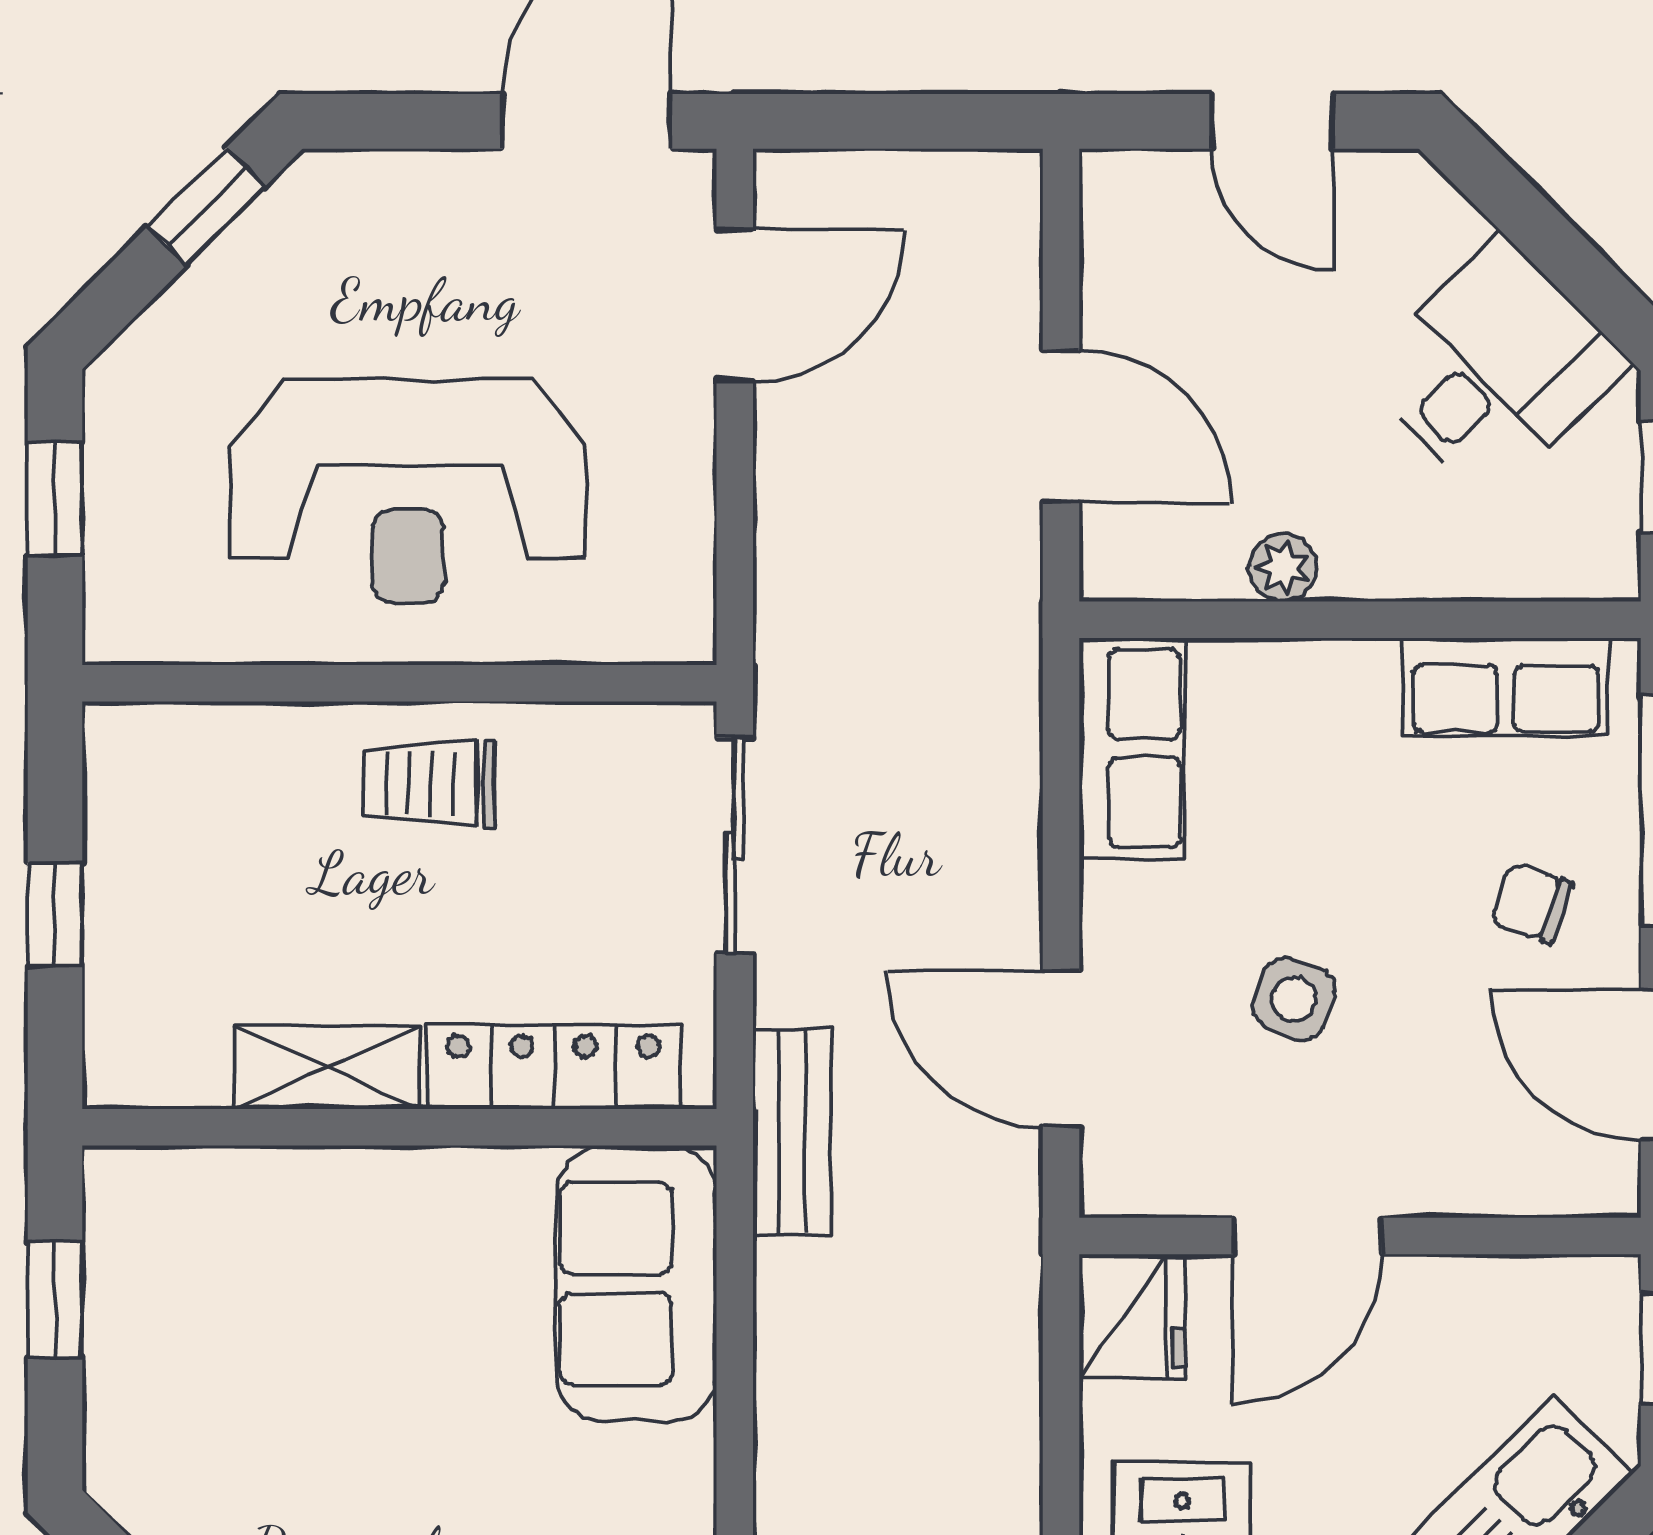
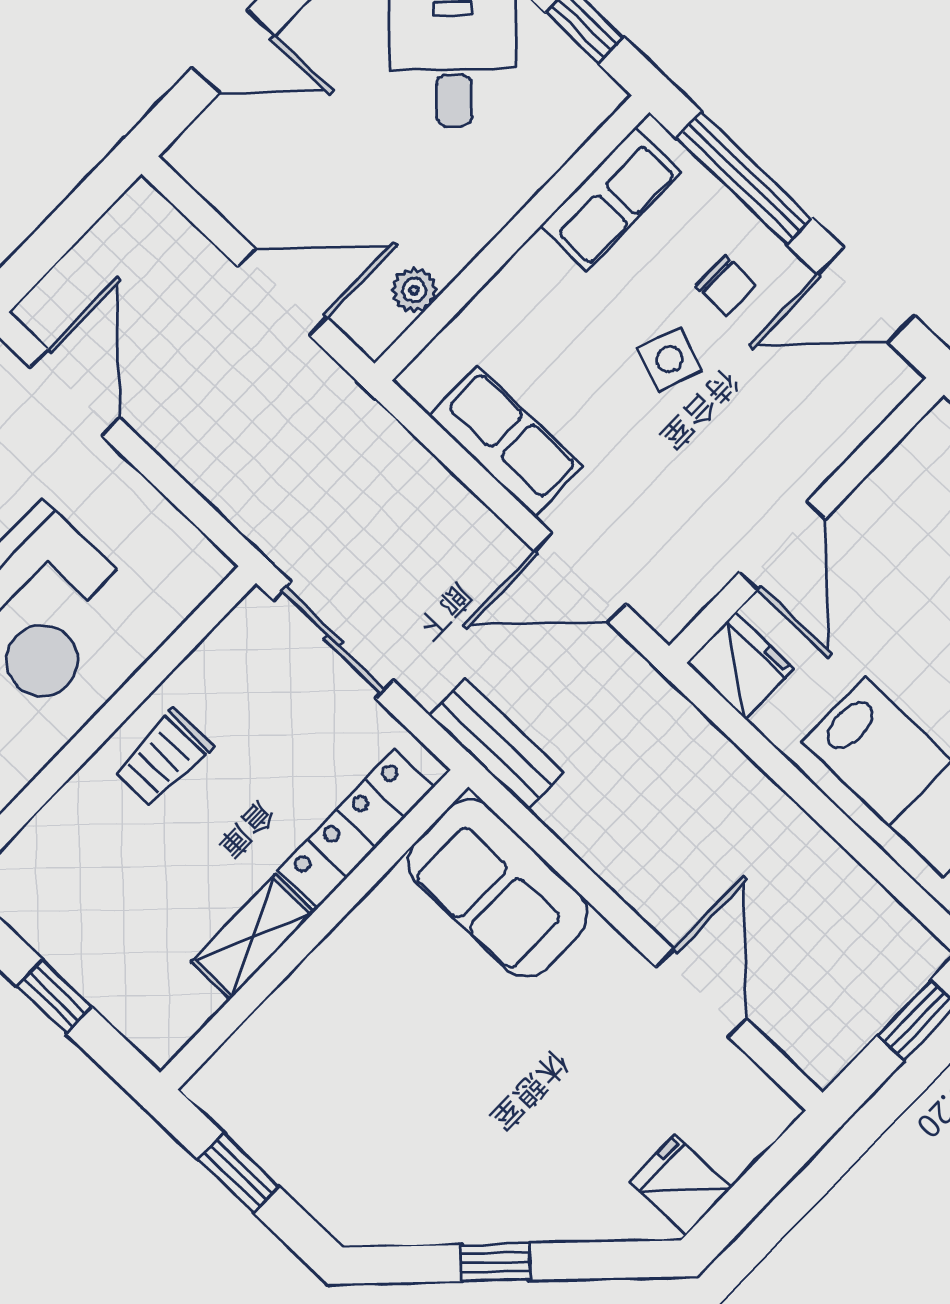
plant: (1283, 568) -> (414, 290), moved
row of seats: (1132, 748) -> (506, 442), moved
chair: (1532, 903) -> (726, 285), turned -109
side table: (1294, 999) -> (669, 359), moved

